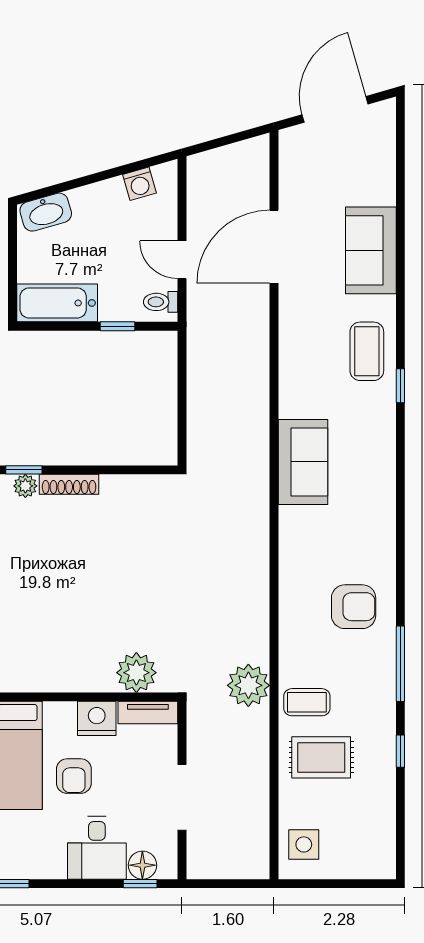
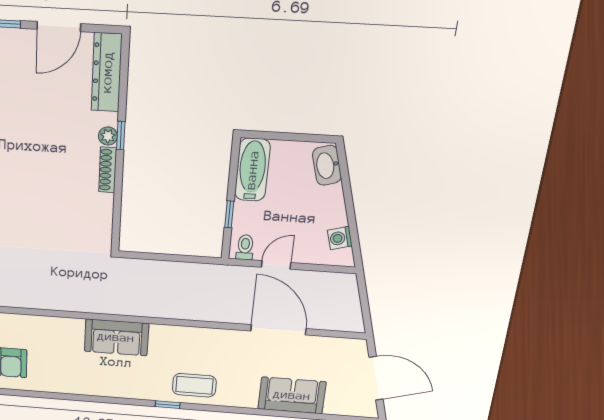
sofa: (371, 250) -> (292, 395), moved

